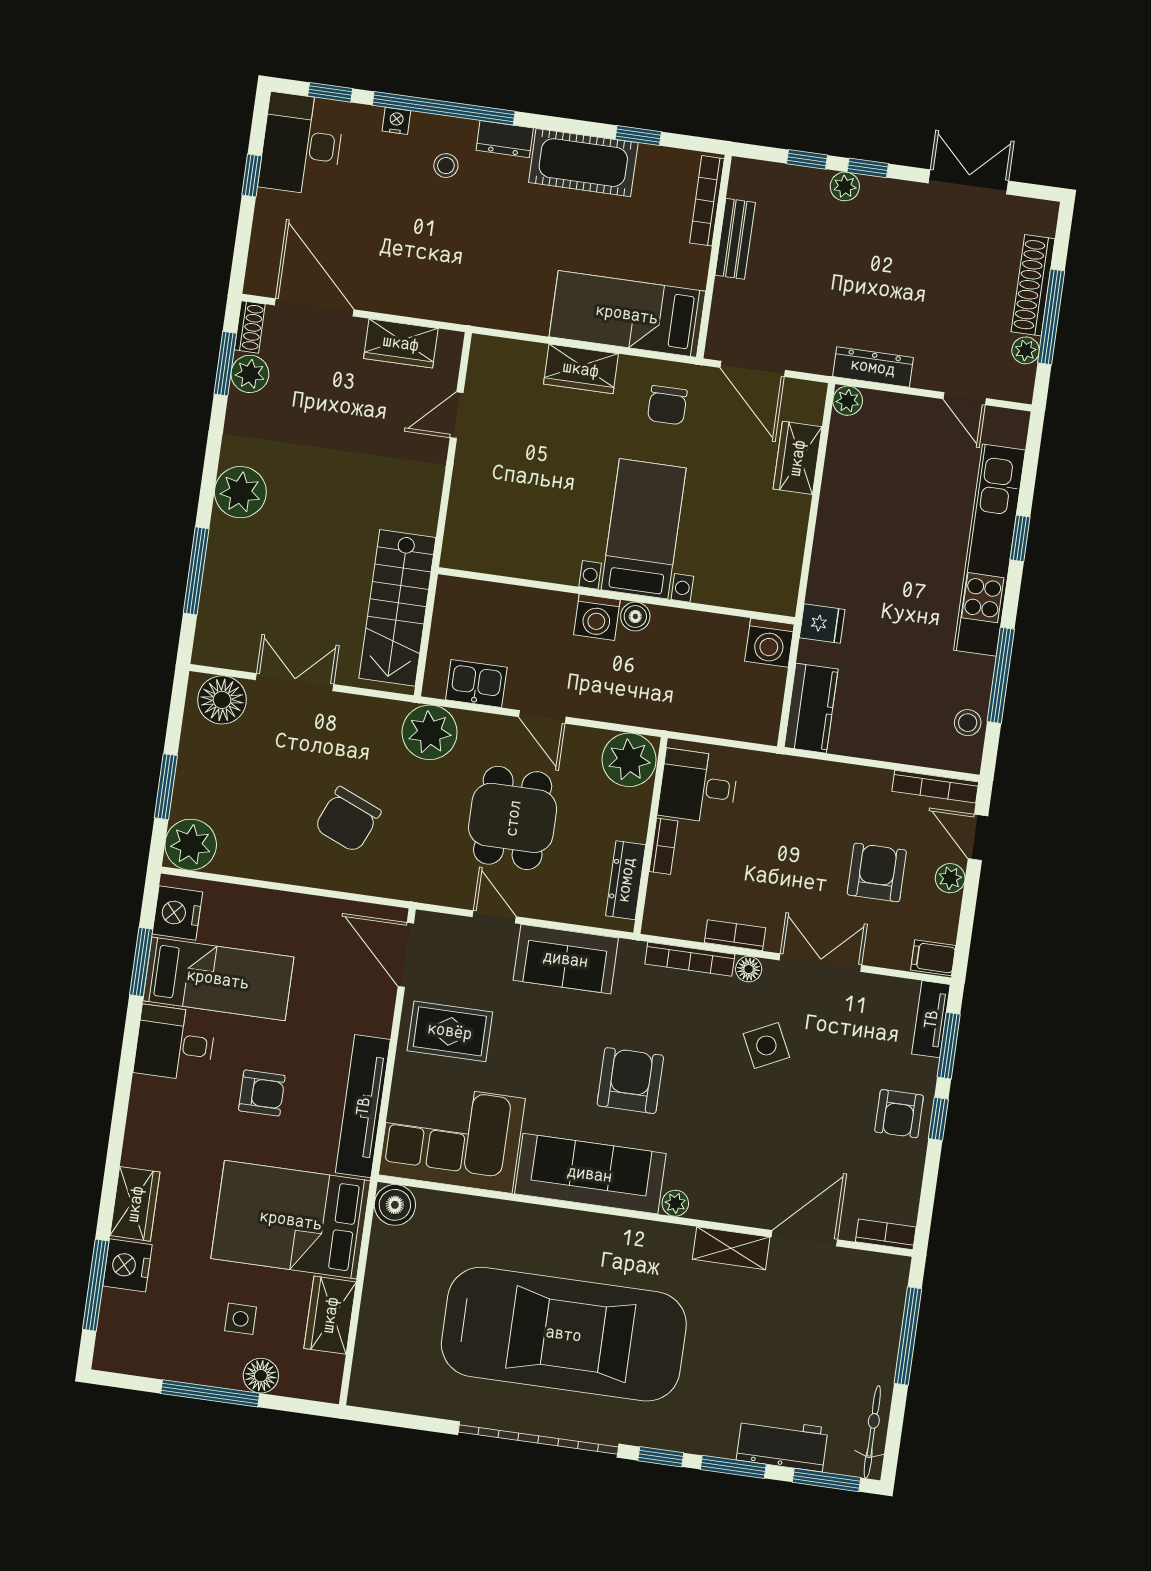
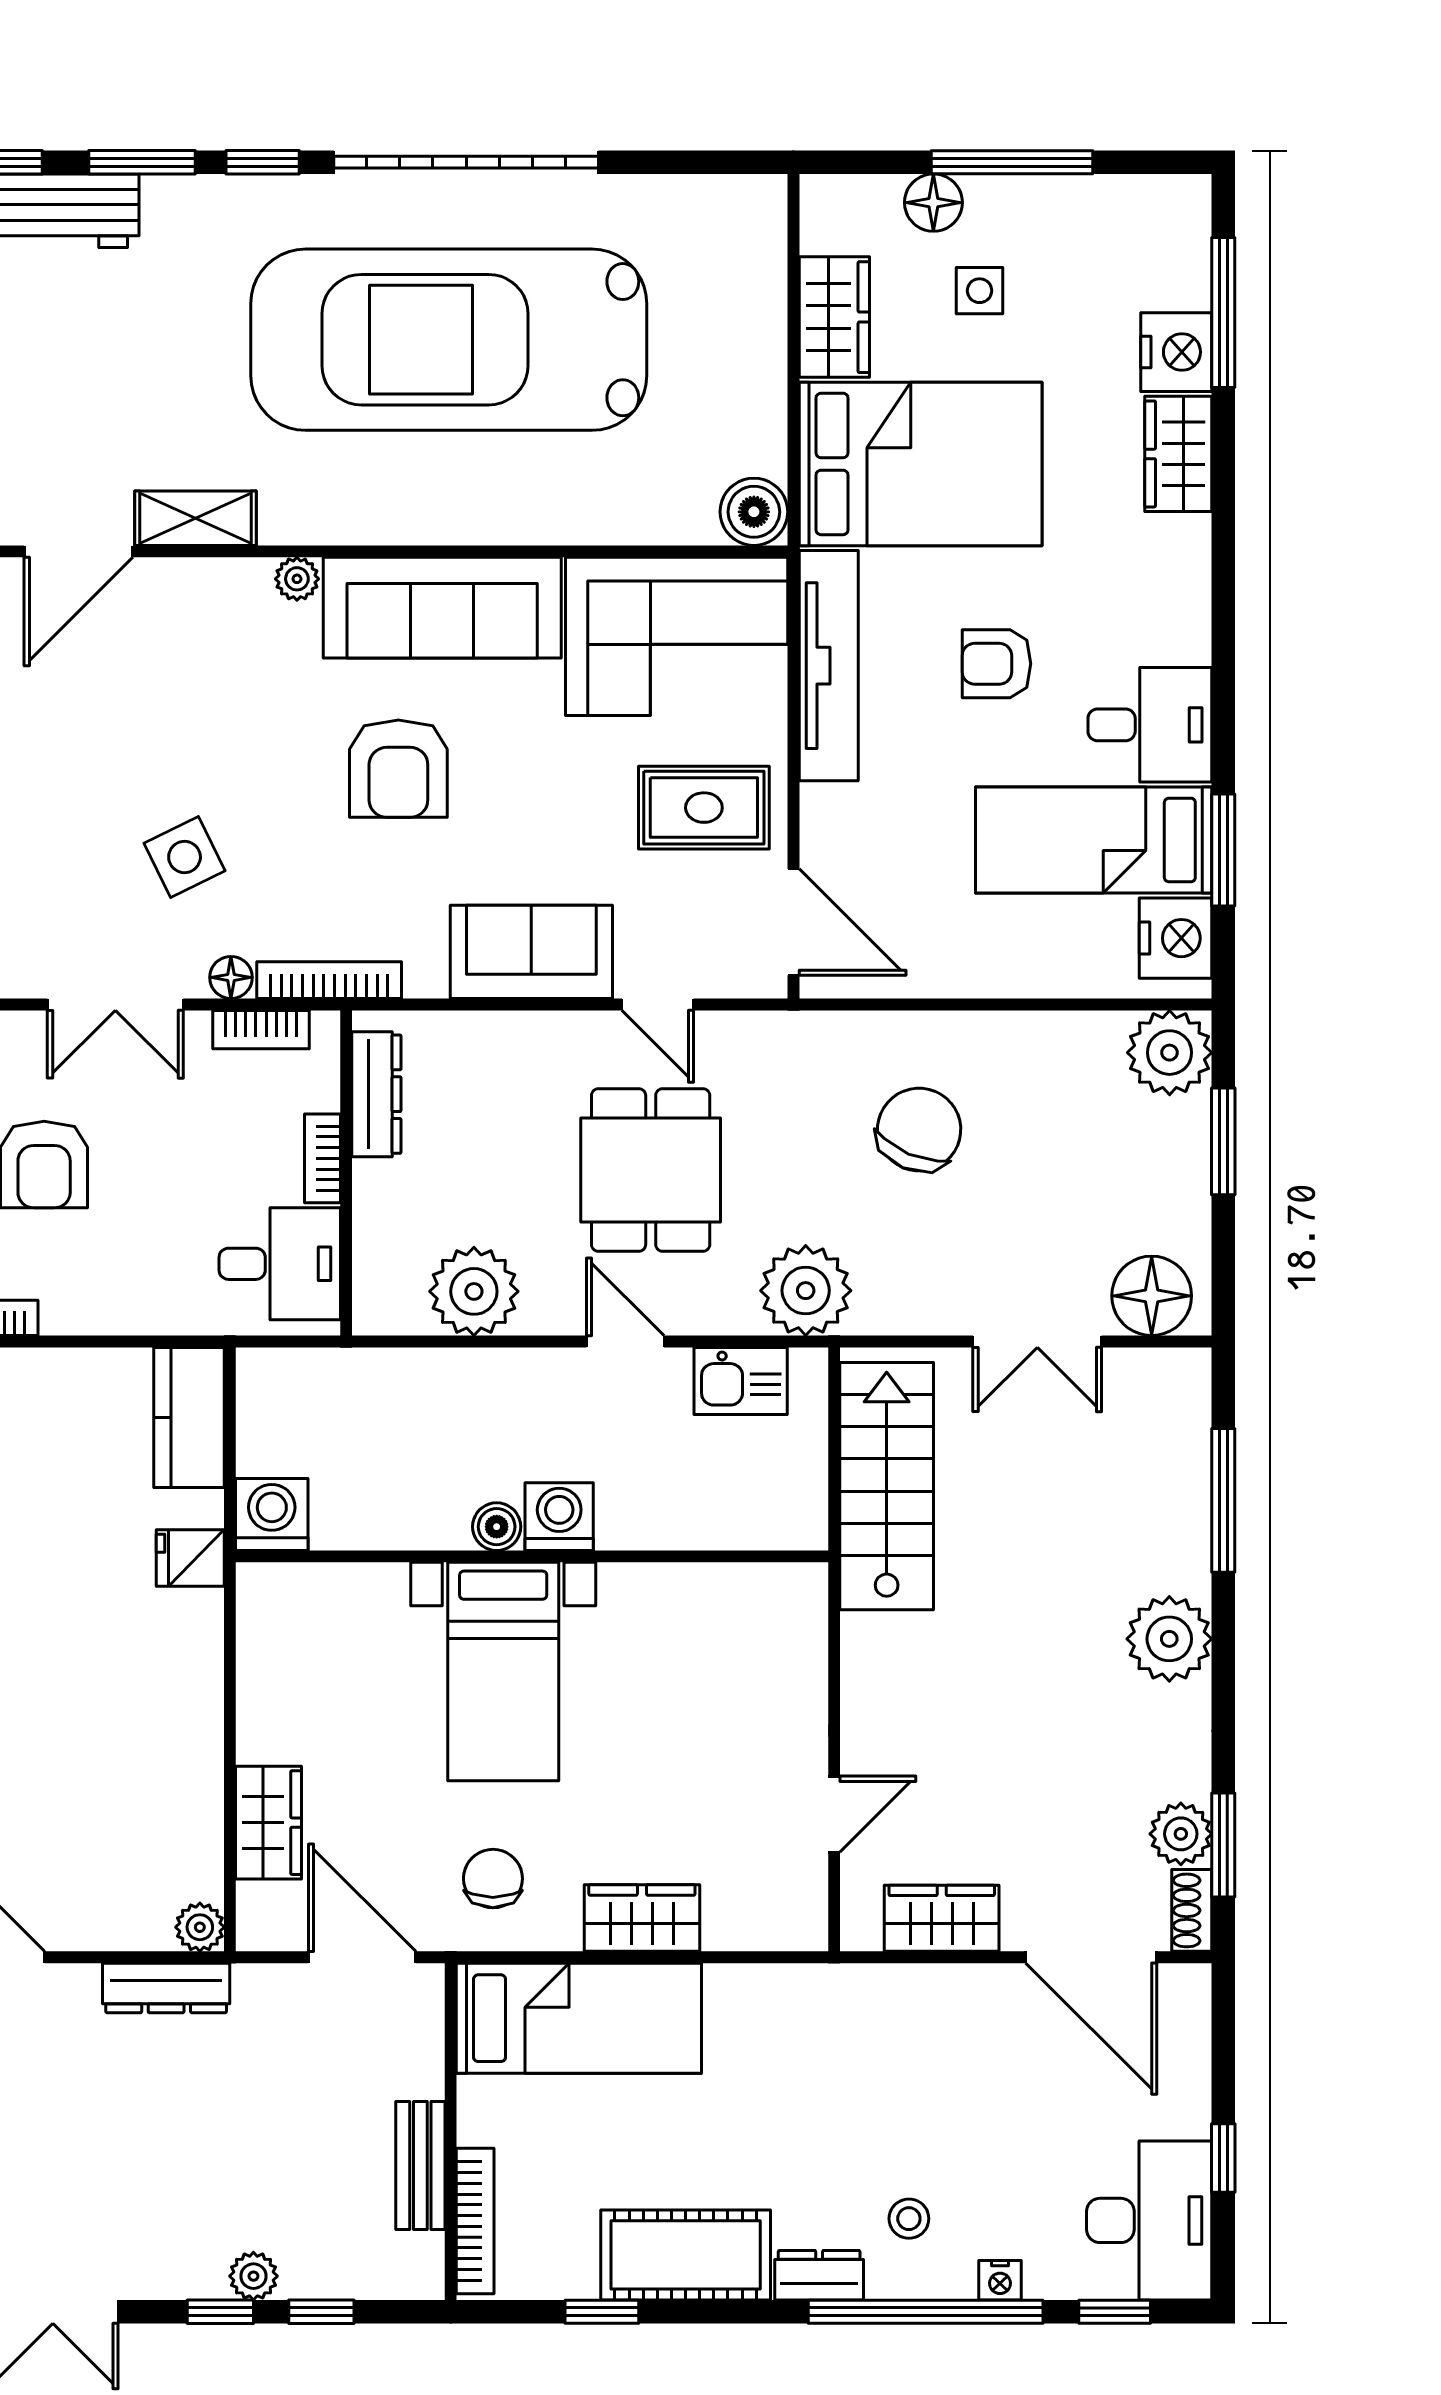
desk: (698, 786) -> (280, 1264), moved
wall: (651, 835) -> (346, 1173), moved
bookcase: (664, 846) -> (322, 1158), moved
dresser: (626, 880) -> (376, 1094), moved

